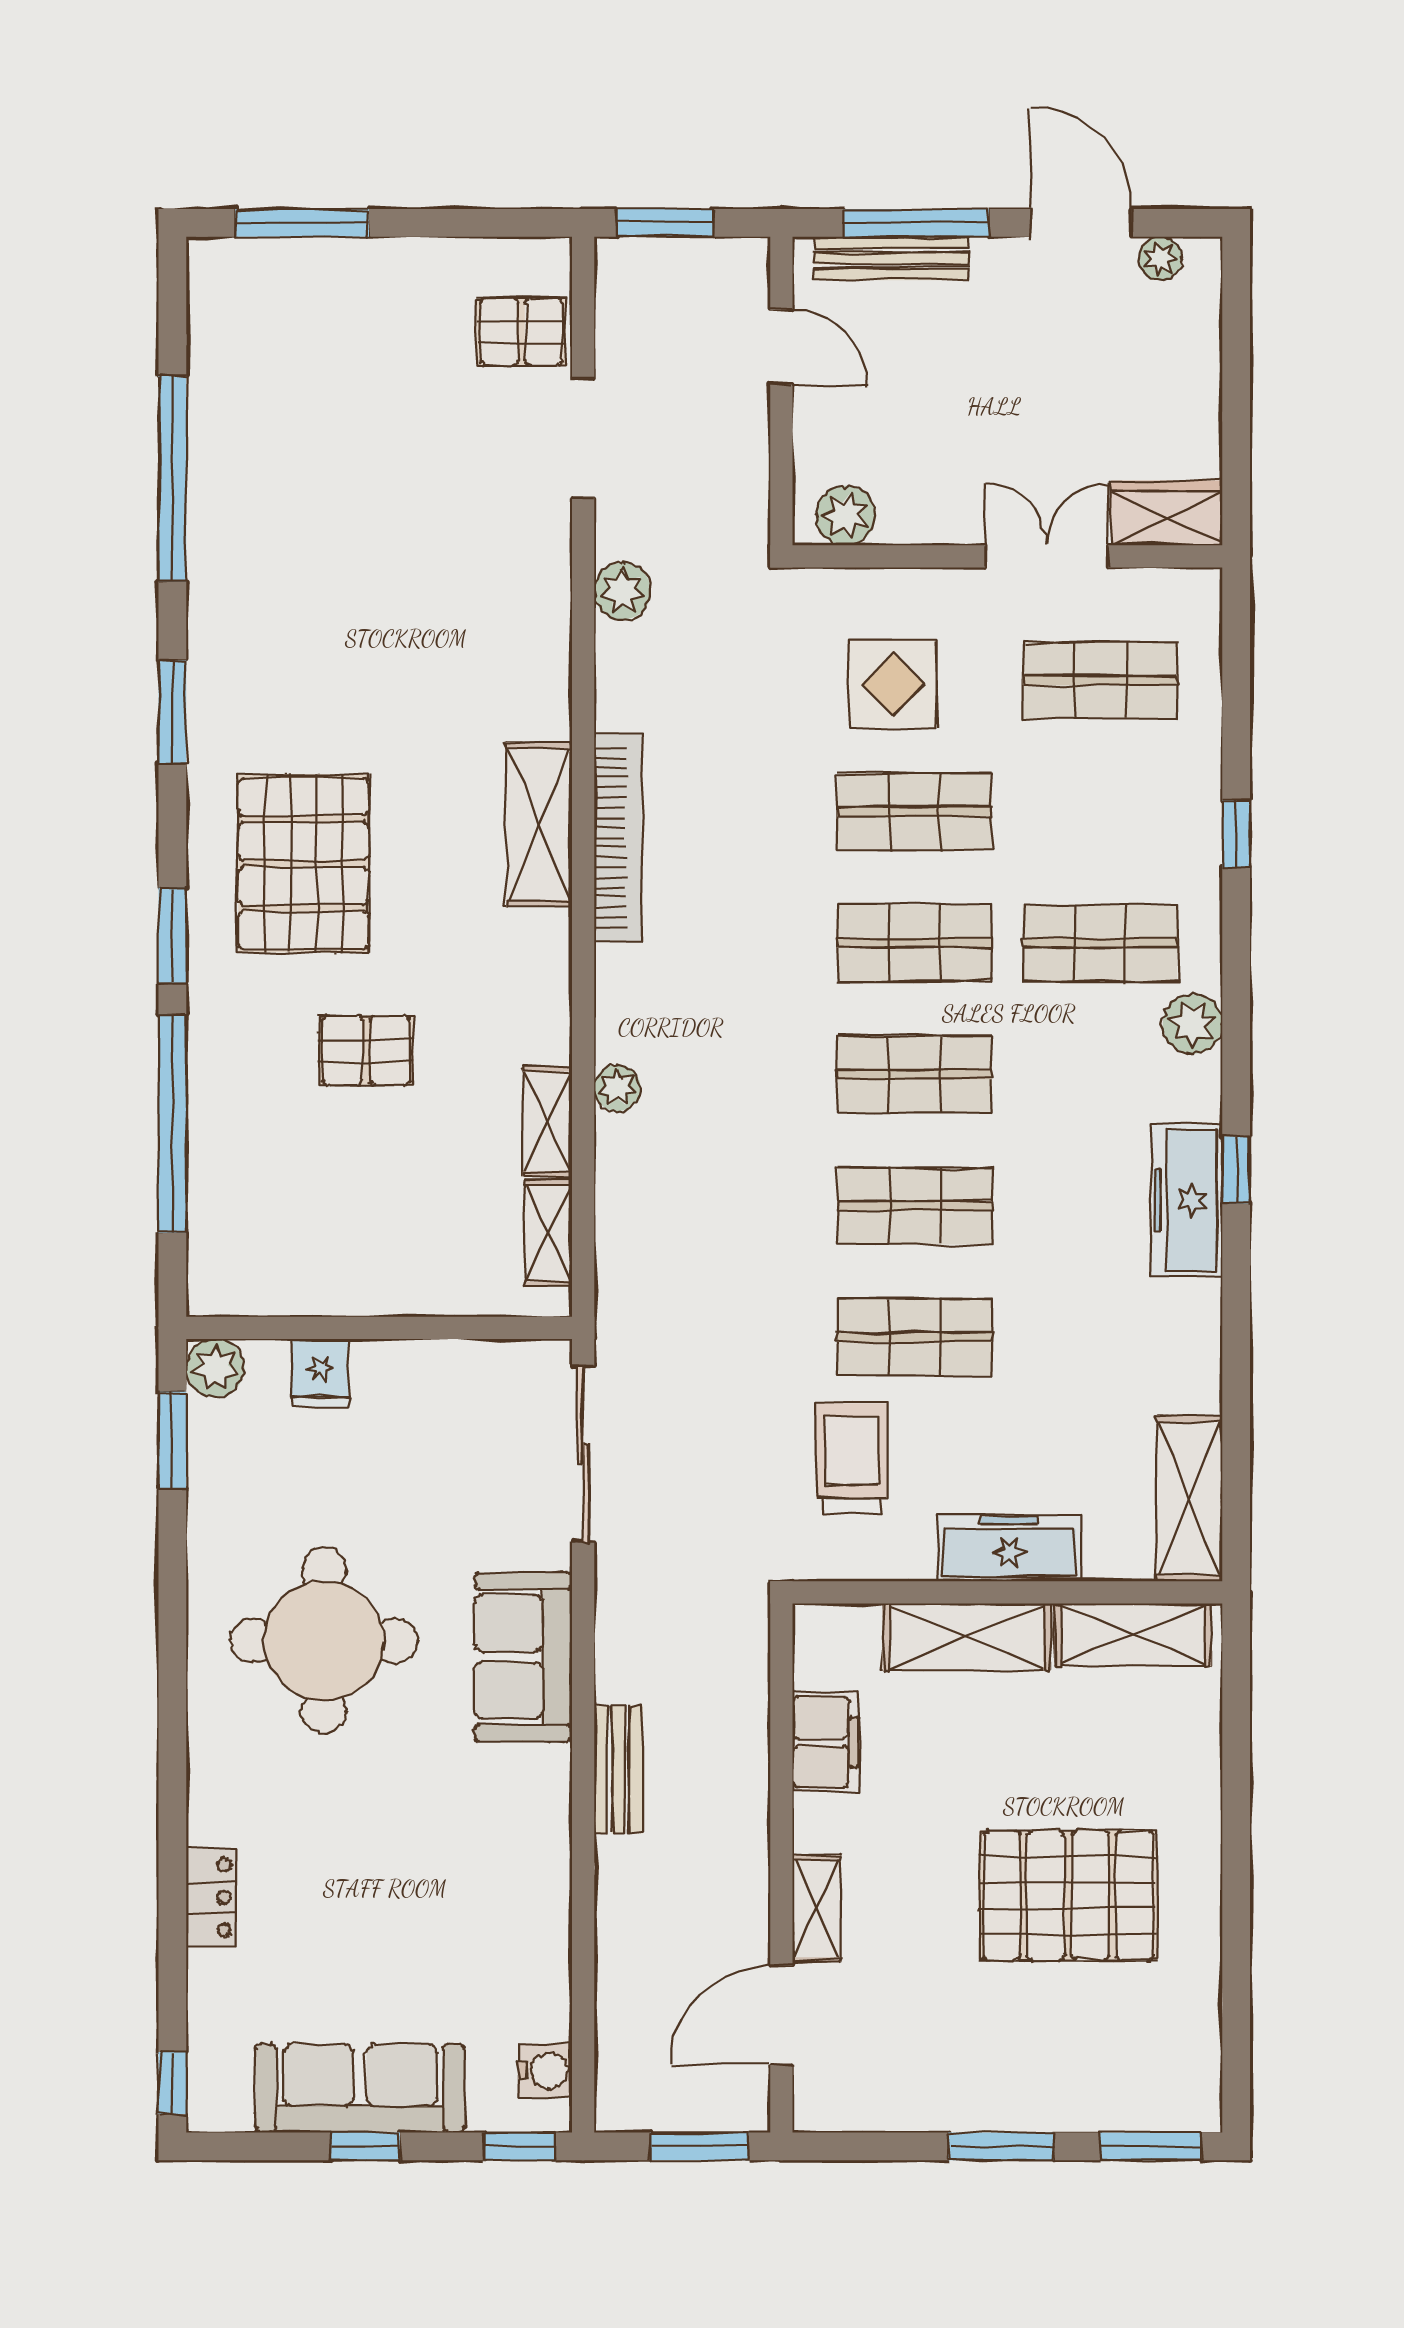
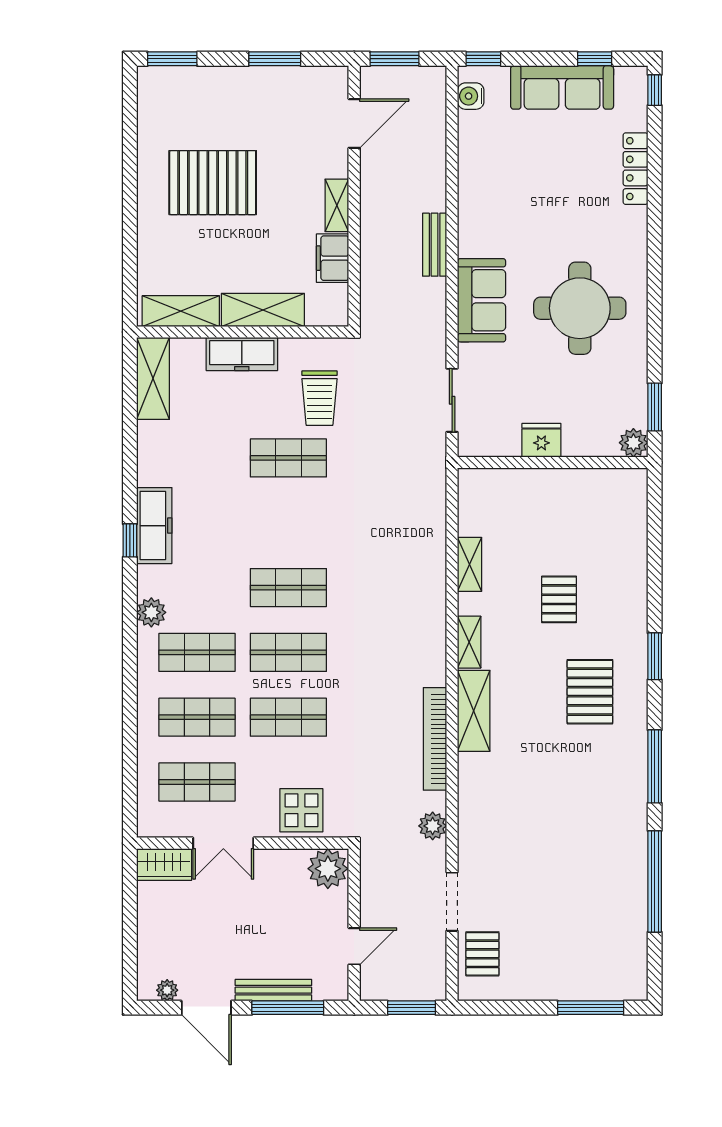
bench: (891, 258) -> (273, 990), moved
pallet: (521, 332) -> (482, 954), turned 90
door: (781, 347) -> (354, 946), swing flipped
plant: (846, 516) -> (328, 869), width x1.36, depth x1.36
display table: (893, 684) -> (301, 810), moved
window: (172, 712) -> (655, 766), width x1.44
window: (1236, 834) -> (130, 706), removed
bookcase: (618, 837) -> (435, 739), moved
pallet: (303, 863) -> (590, 692), width x0.73, depth x0.71
pallet: (366, 1050) -> (559, 599), turned 90
plant: (617, 1088) -> (435, 581), removed
window: (172, 1124) -> (655, 563), removed
shop shelf: (915, 1206) -> (197, 717), moved
shelving: (548, 1233) -> (469, 642), moved
fridge: (320, 1373) -> (541, 440), moved, width x1.38
sliding door: (583, 1454) -> (452, 400), width x0.73
locker: (211, 1898) -> (635, 169), width x1.53
shelving: (816, 1908) -> (337, 205), moved
window: (366, 2146) -> (595, 59), moved
window: (1001, 2146) -> (275, 59), moved

